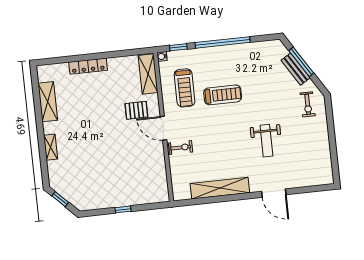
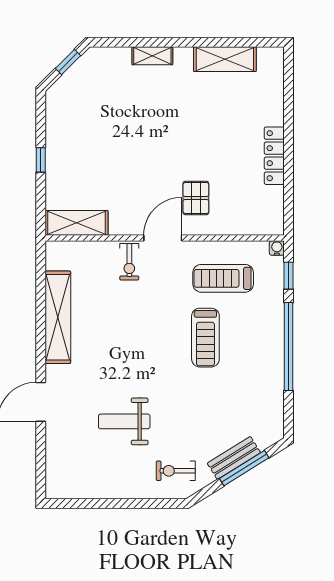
locker: (88, 66) -> (274, 156), moved
shelving: (148, 74) -> (77, 223), moved
weight bench: (266, 141) -> (124, 421), moved

